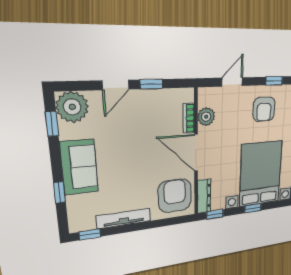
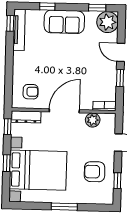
bookcase: (189, 118) -> (105, 106), moved
armchair: (175, 196) -> (31, 92), width x0.53, depth x0.53
tv unit: (124, 218) -> (19, 30), moved

